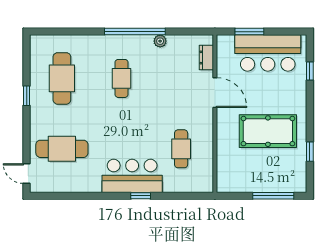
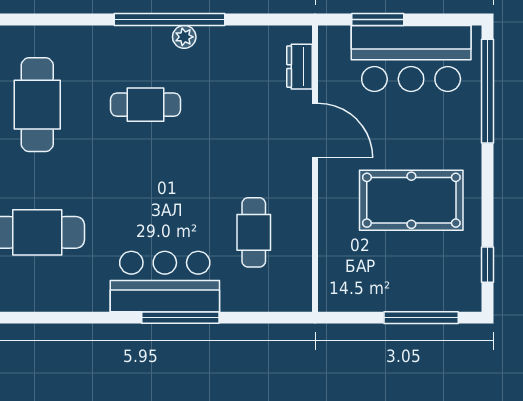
plant: (160, 41) -> (184, 37), moved
window: (310, 71) -> (488, 91), width x3.17
cafe table: (122, 78) -> (145, 105), turned 90
window: (310, 152) -> (488, 265), moved
window: (141, 196) -> (180, 318), width x2.17

